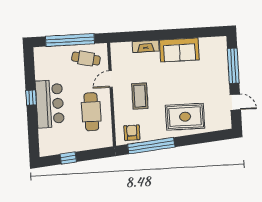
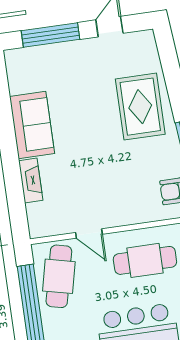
cafe table: (86, 59) -> (59, 276), width x1.37, depth x1.35
coffee table: (140, 96) -> (113, 183), removed

